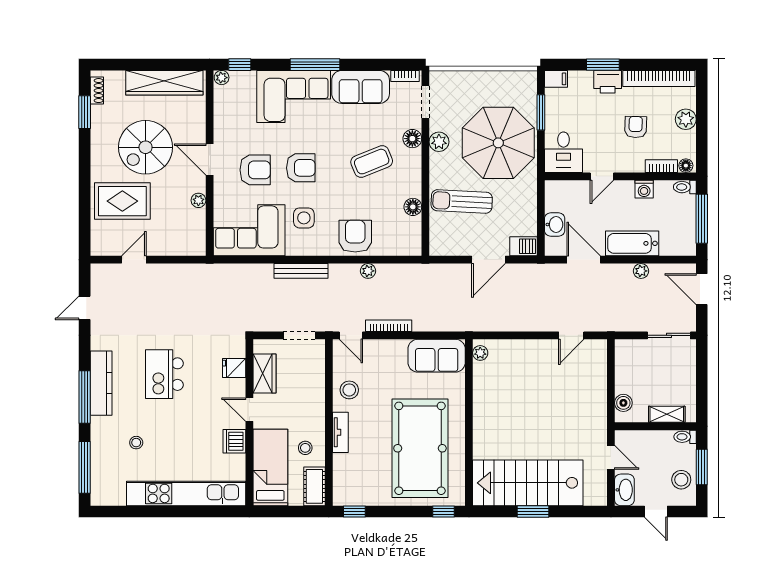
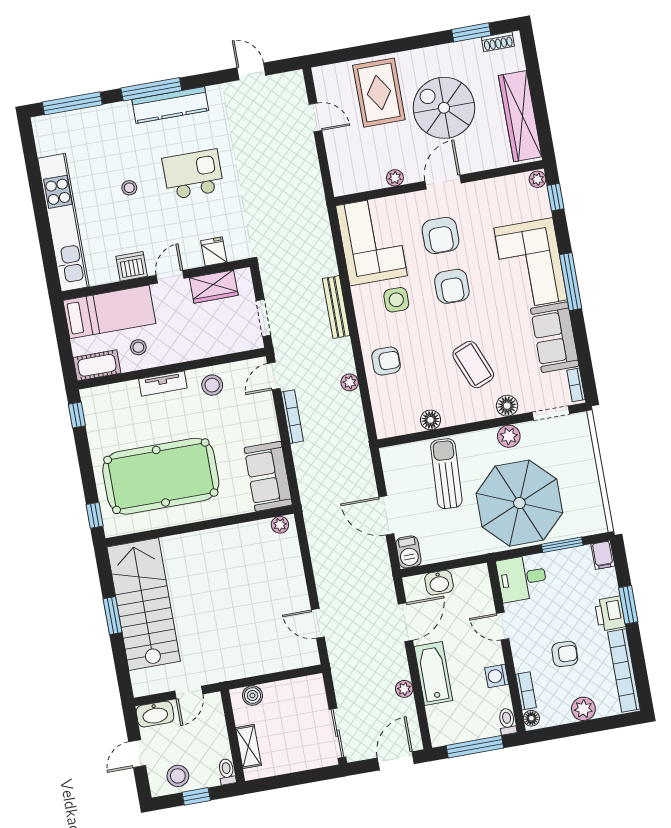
armchair: (355, 236) -> (386, 361), width x0.72, depth x0.72
stool: (136, 443) -> (129, 188), moved
window: (702, 467) -> (196, 796), width x0.67

